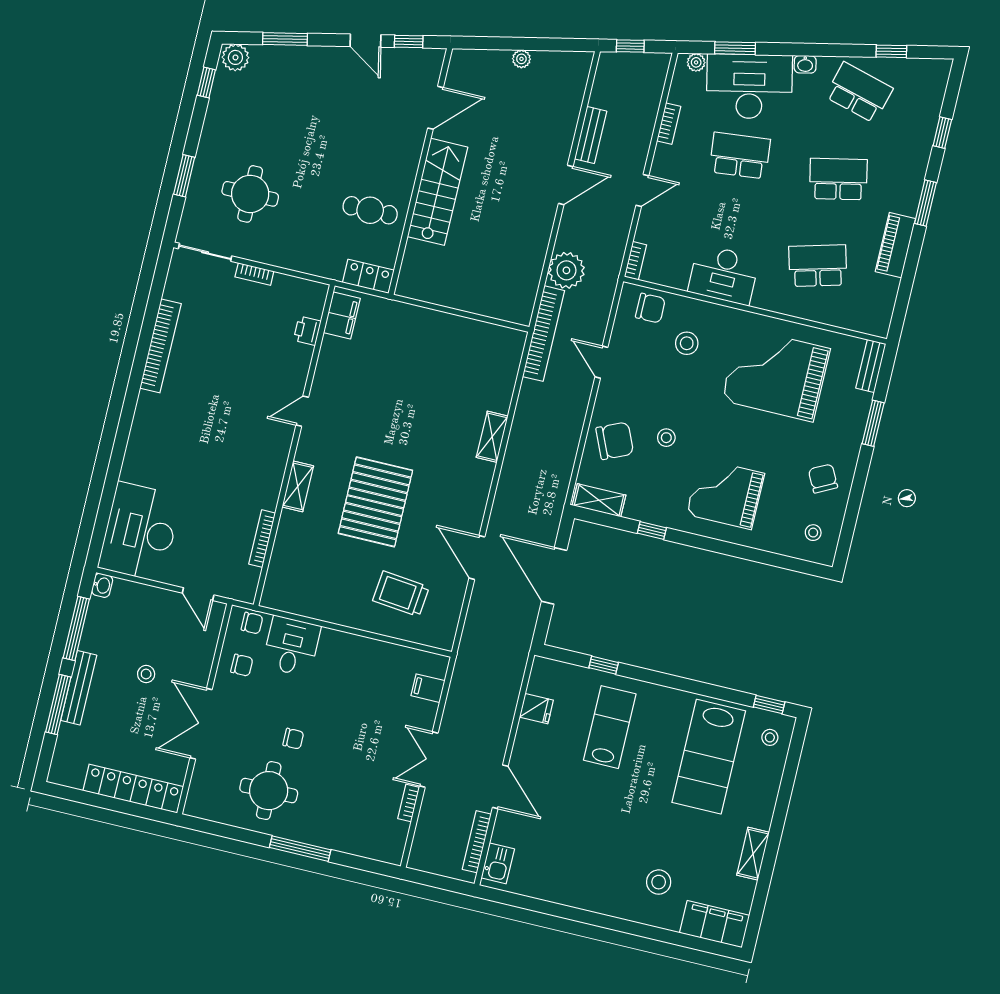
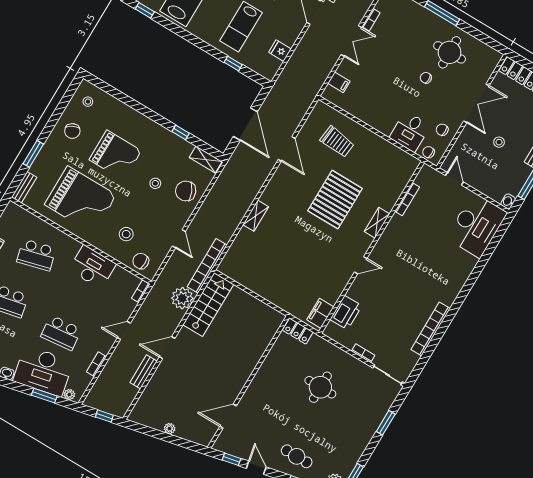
stairs: (437, 192) -> (208, 304), moved, turned 180
round table: (250, 194) -> (320, 387), moved
cafe table: (370, 210) -> (297, 456), moved
printer: (307, 331) -> (346, 313), width x1.87, depth x1.48
grand piano: (725, 494) -> (115, 155), moved

